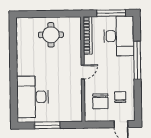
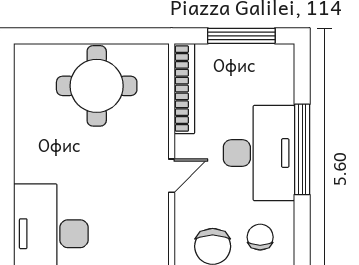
round table: (51, 35) -> (97, 86), width x1.36, depth x1.36
desk: (119, 36) -> (259, 153), moved

